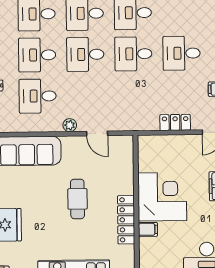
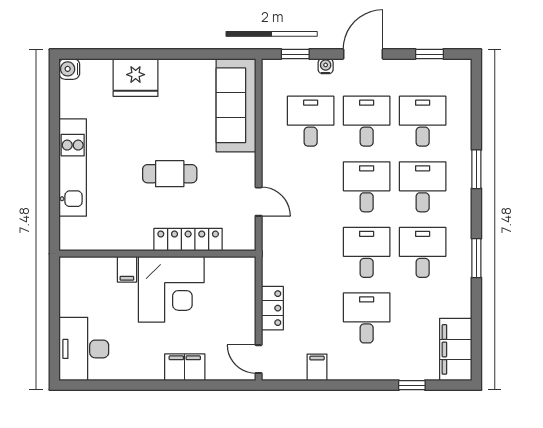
plant: (70, 125) -> (270, 164), removed
door: (97, 133) -> (259, 202), swing flipped
locker: (126, 220) -> (188, 240), moved

